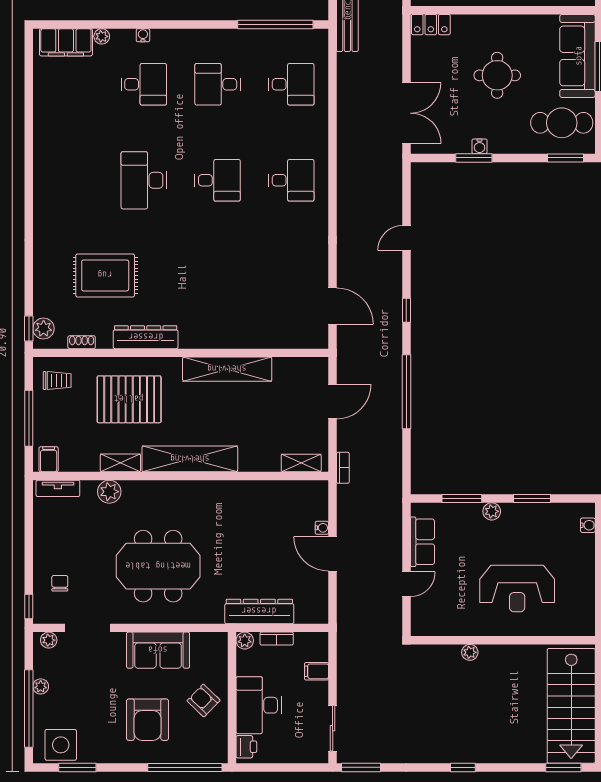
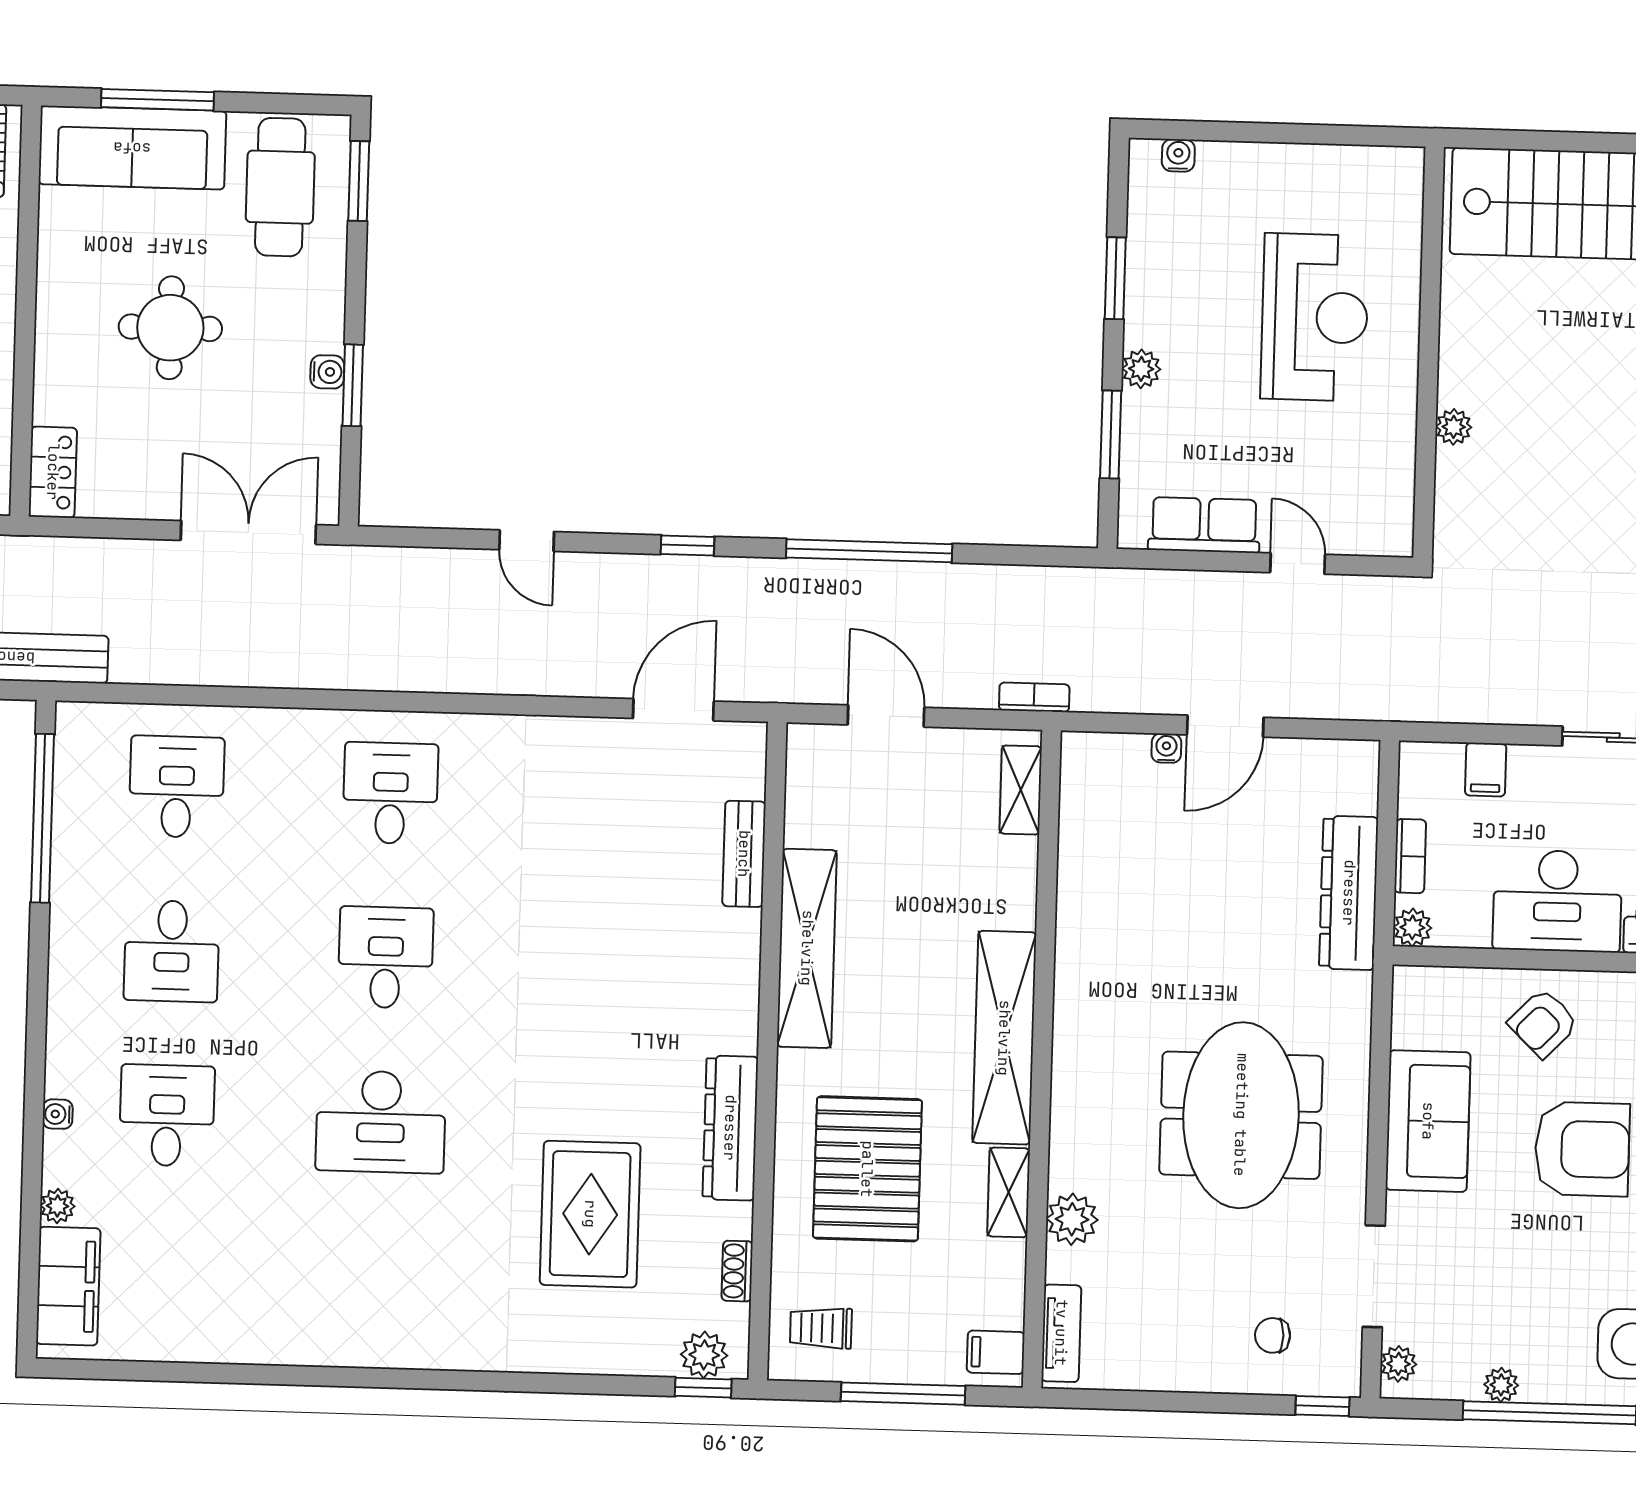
bench: (269, 340) -> (744, 854), added
trolley: (57, 381) -> (821, 1328), turned -90

